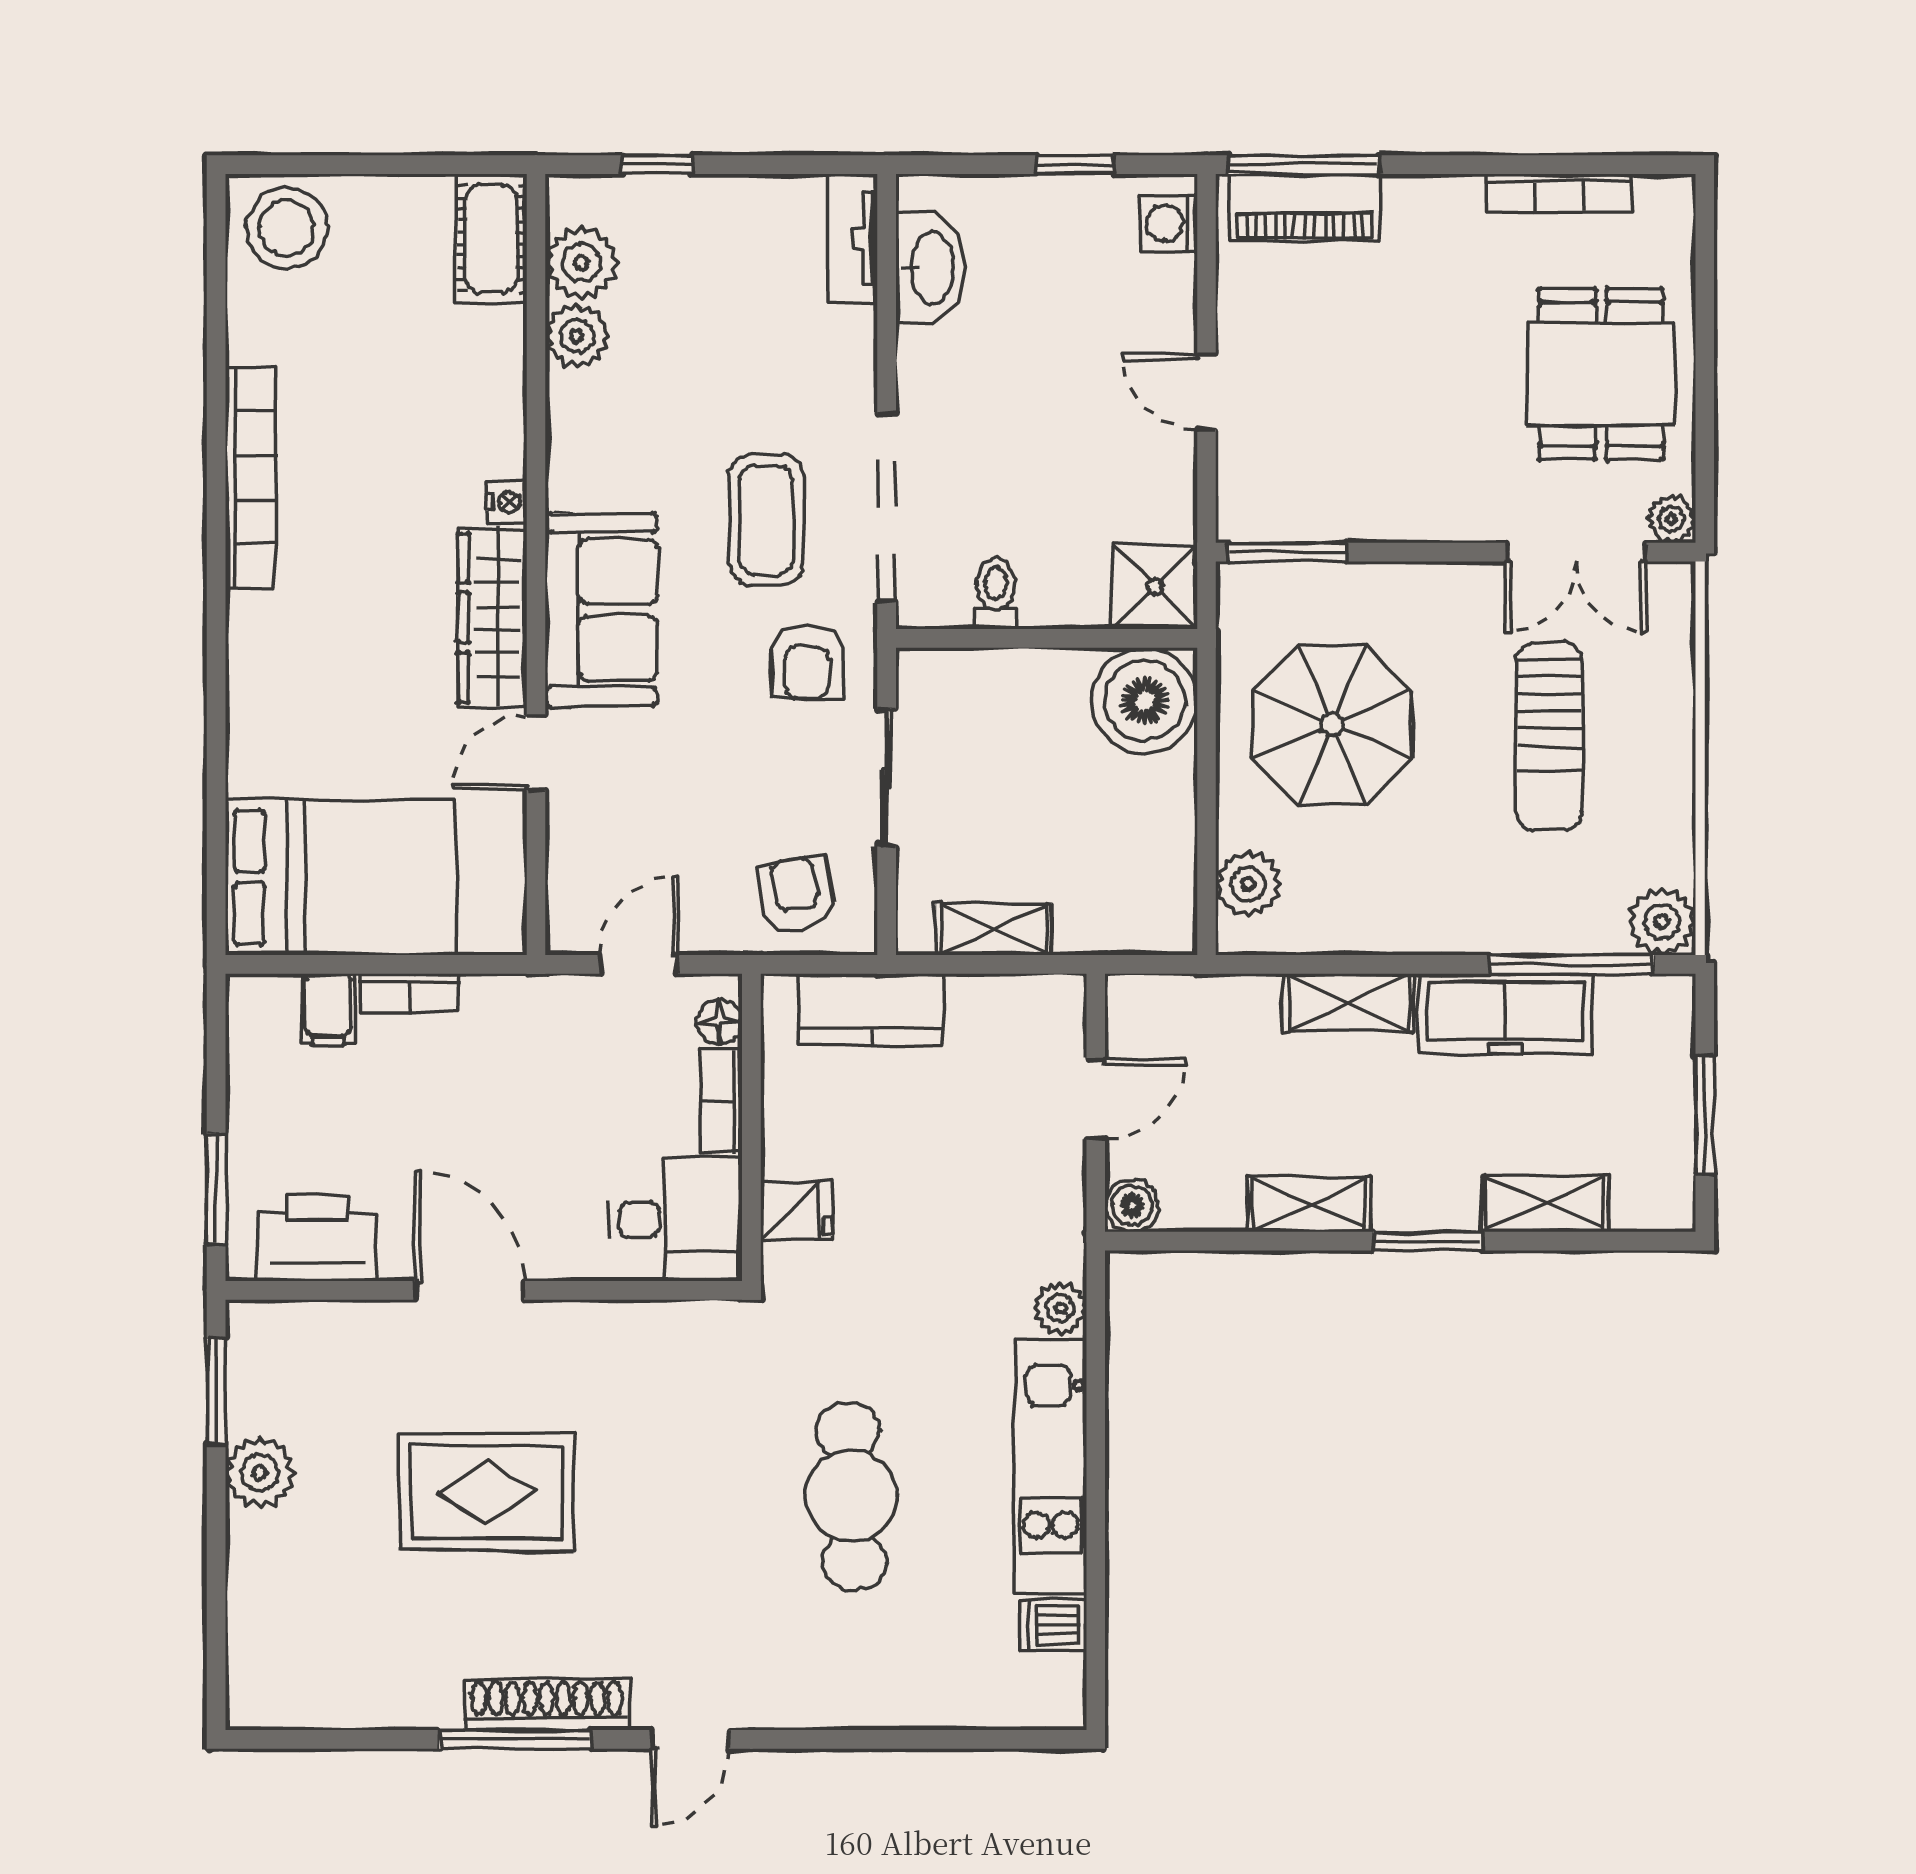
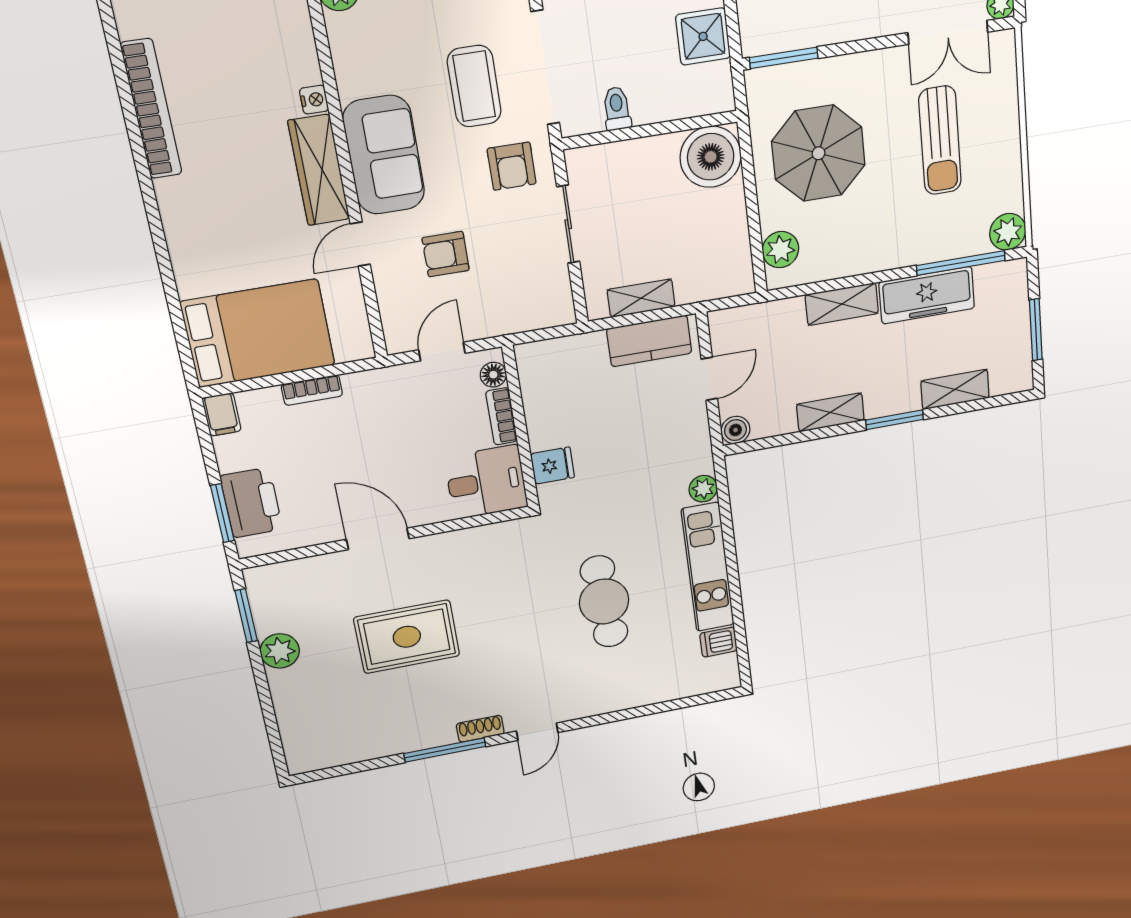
shower: (1155, 587) -> (703, 36), moved
armchair: (796, 894) -> (446, 254), moved, turned -80
filing cabinet: (328, 1009) -> (222, 414), moved
kitchen counter: (871, 1010) -> (649, 341), moved
printer: (317, 1238) -> (251, 503), moved, turned 90
shoe rack: (547, 1705) -> (480, 729), width x0.51, depth x0.81

